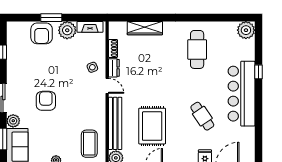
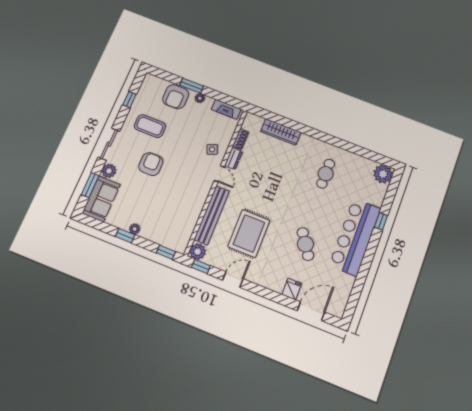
plant: (67, 30) -> (200, 98), width x0.53, depth x0.53
cafe table: (197, 49) -> (326, 174), width x0.73, depth x0.74
coffee table: (89, 144) -> (150, 126), moved, turned 90

